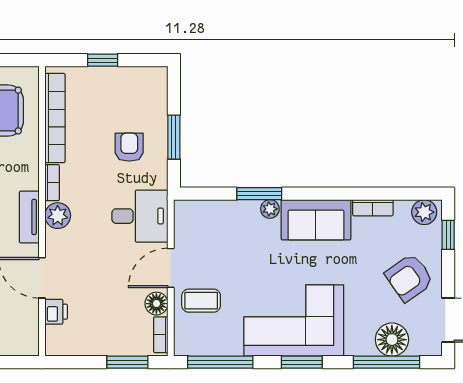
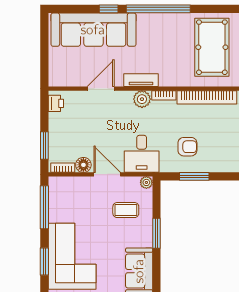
plant: (270, 209) -> (146, 182), moved
coffee table: (201, 301) -> (126, 210), moved, turned 90
printer: (56, 312) -> (56, 103), moved, turned -90

